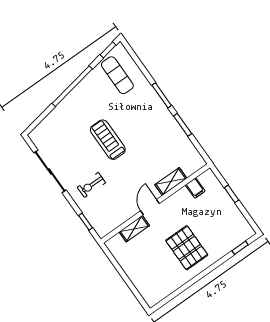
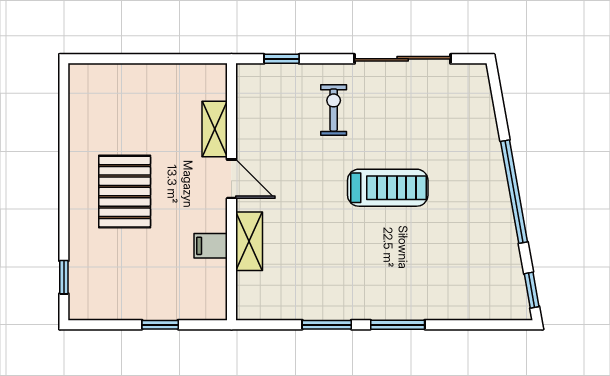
exercise mat: (117, 75) -> (480, 276), removed
filing cabinet: (195, 188) -> (211, 246), moved
pallet: (187, 248) -> (125, 192), turned 90

